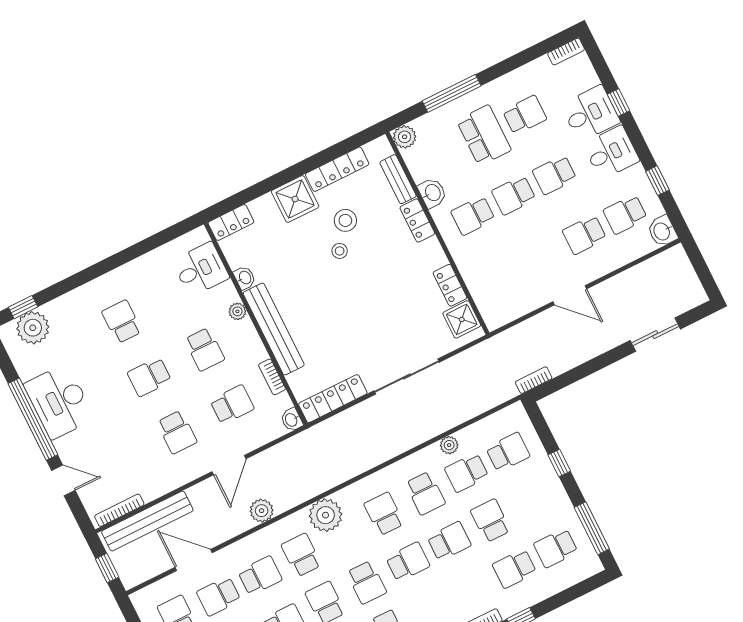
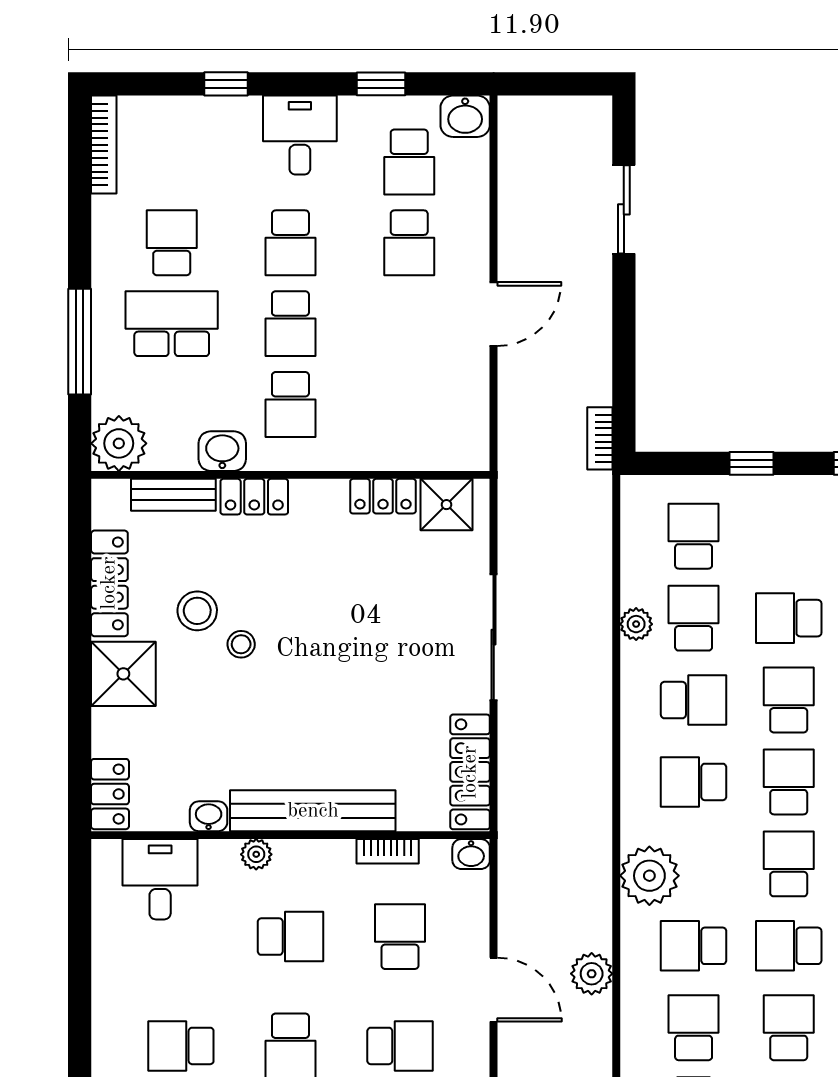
bookcase: (566, 52) -> (104, 145), width x1.56
desk: (590, 113) -> (221, 137), removed
plant: (405, 137) -> (119, 443), width x1.36, depth x1.36
school desk: (467, 473) -> (694, 618), turned 180
school desk: (367, 582) -> (789, 864), turned -90

